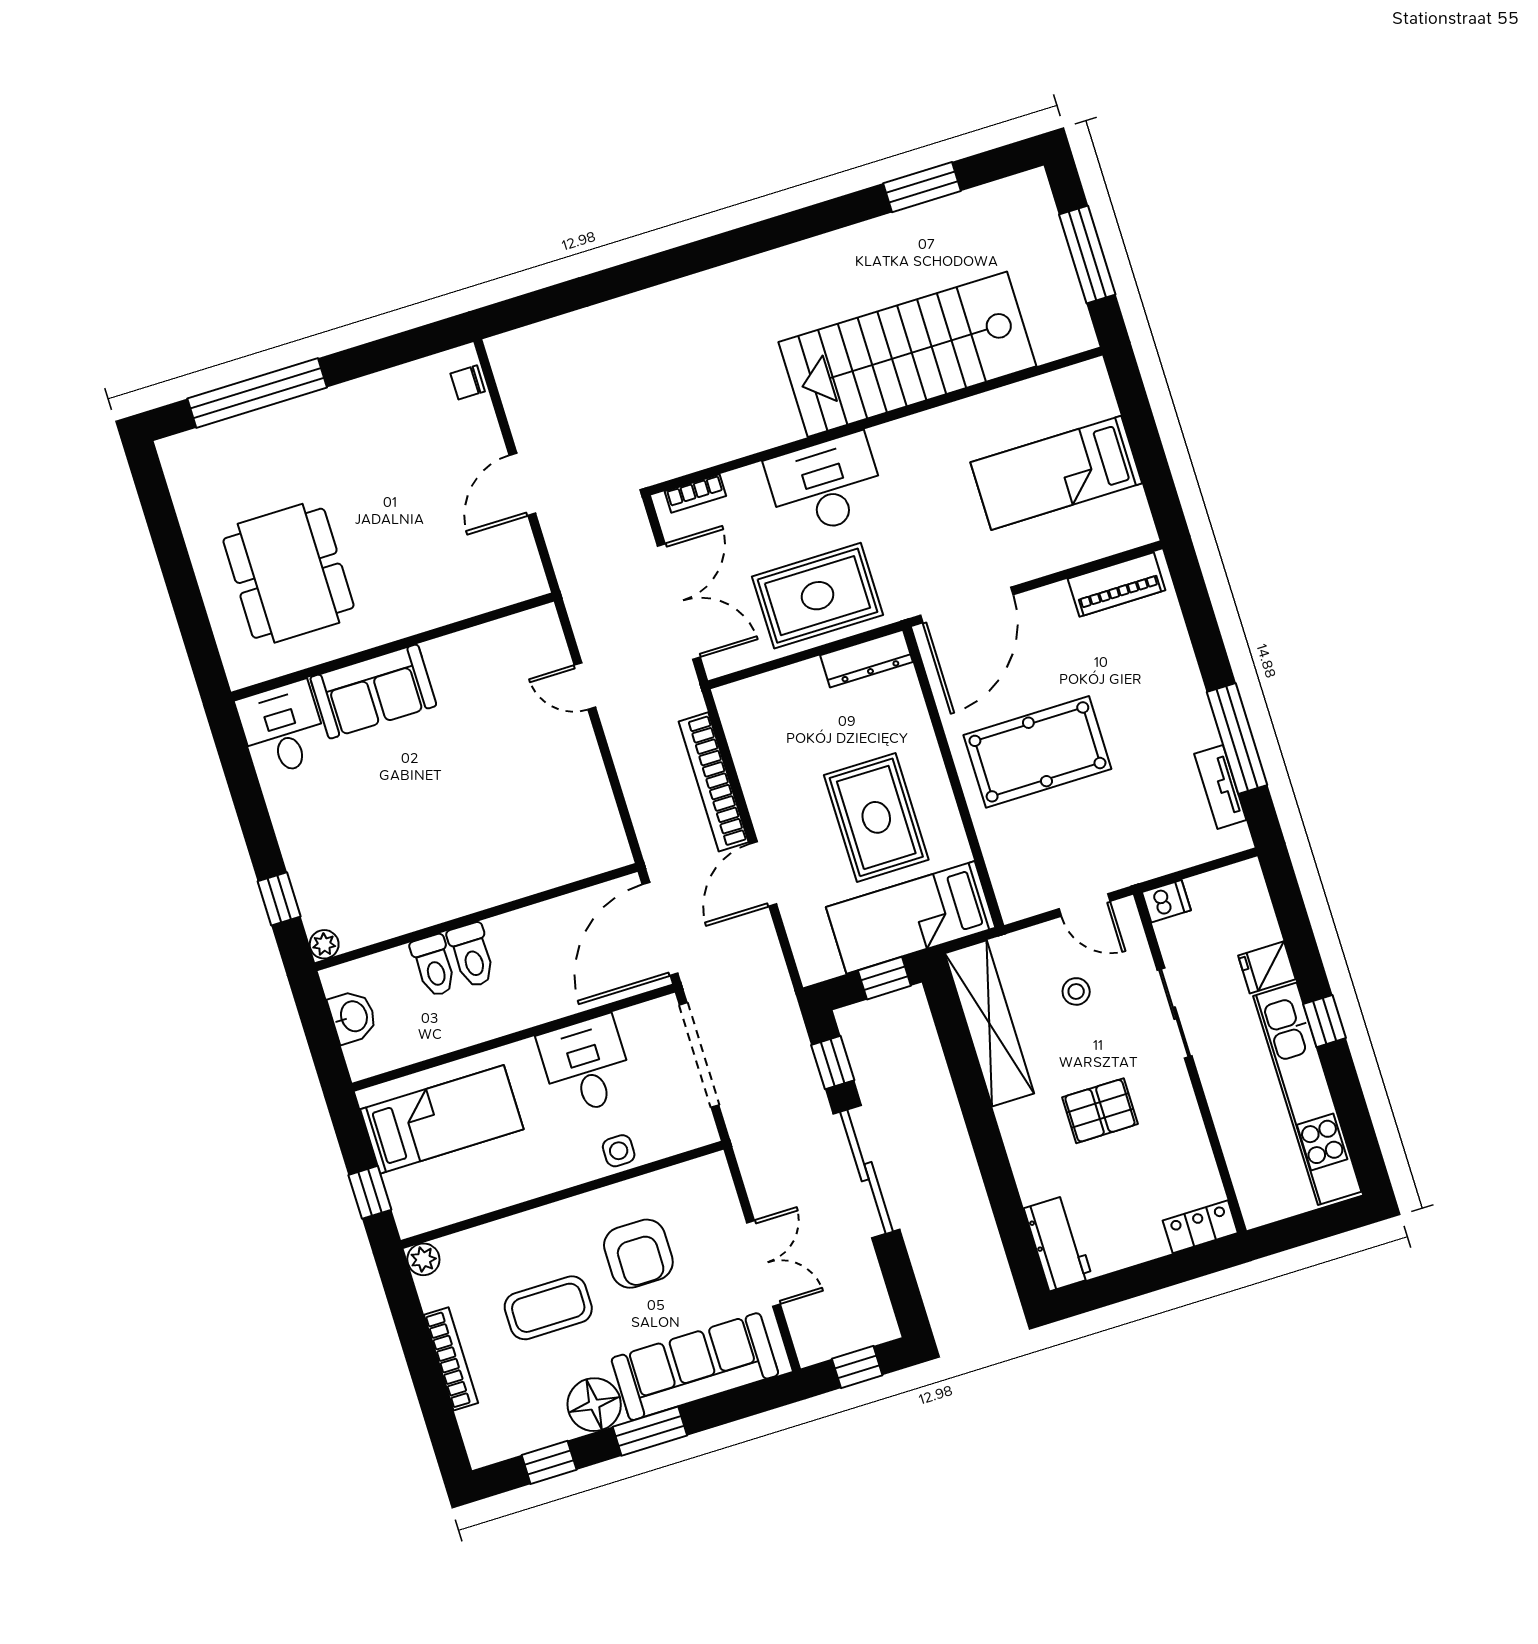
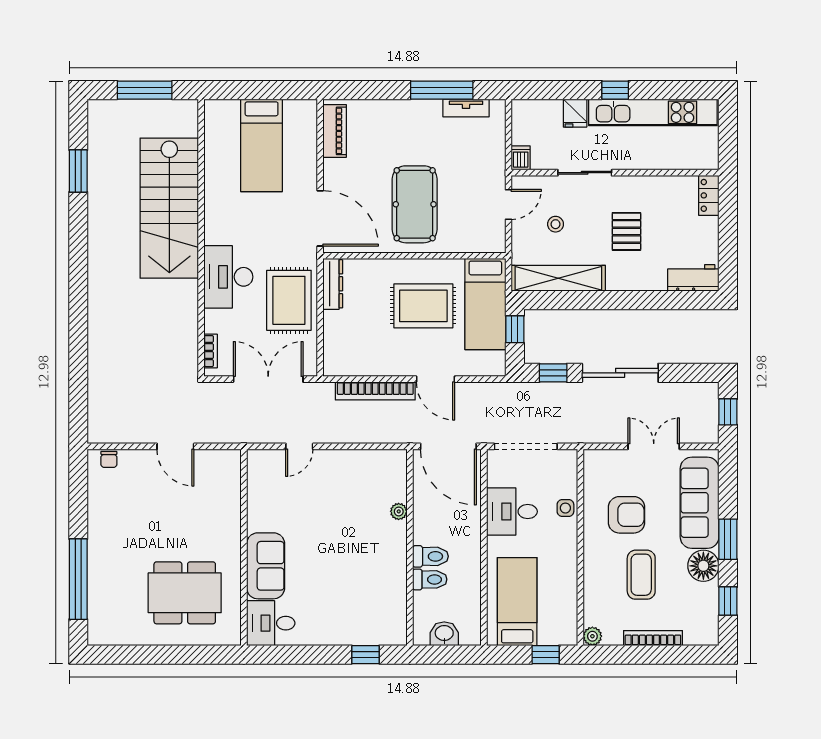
plant: (324, 944) -> (399, 511), moved

